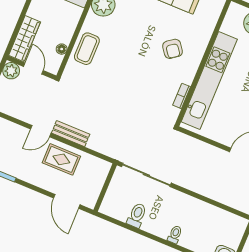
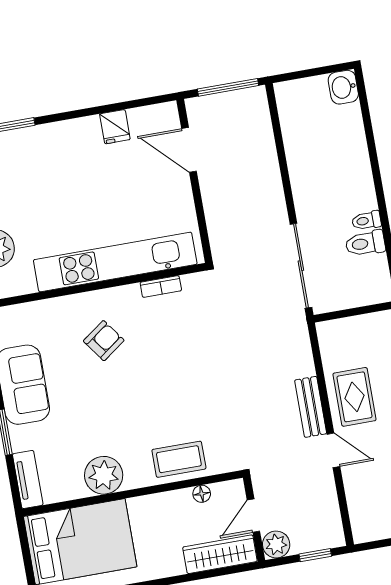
toilet: (175, 234) -> (367, 221), moved

